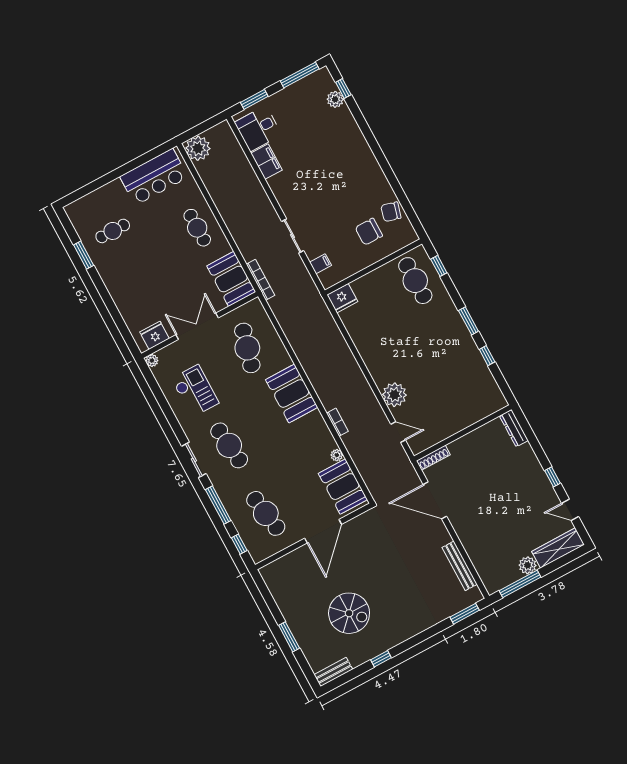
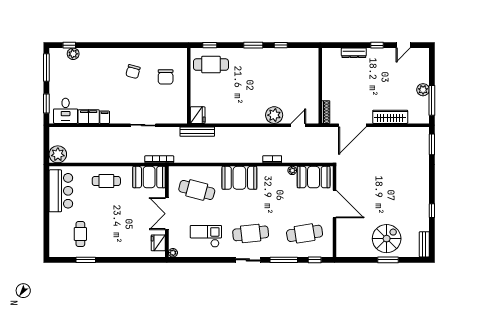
chair: (391, 212) -> (133, 72), moved
filing cabinet: (320, 264) -> (105, 117), moved
dresser: (514, 428) -> (354, 53), moved
wardrobe: (558, 548) -> (390, 117), moved, turned 90
bench: (460, 566) -> (197, 132), moved
spiral stairs: (349, 613) -> (387, 239), moved

